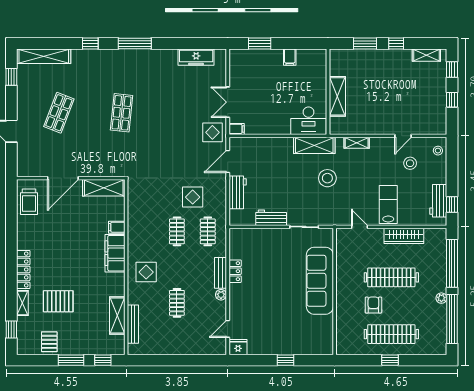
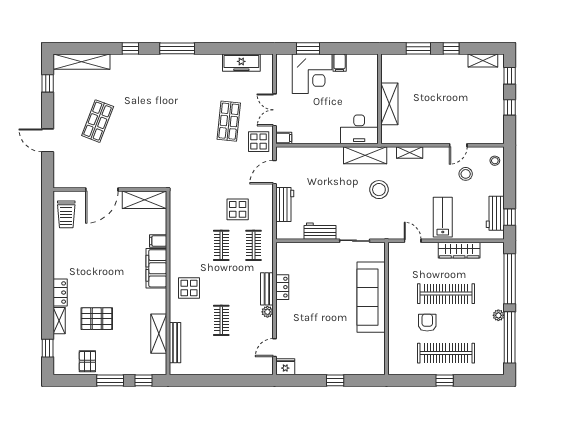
corner desk: (264, 68) -> (312, 74), added
shop shelf: (122, 113) -> (229, 121), moved
locker: (23, 269) -> (60, 293), width x0.66

